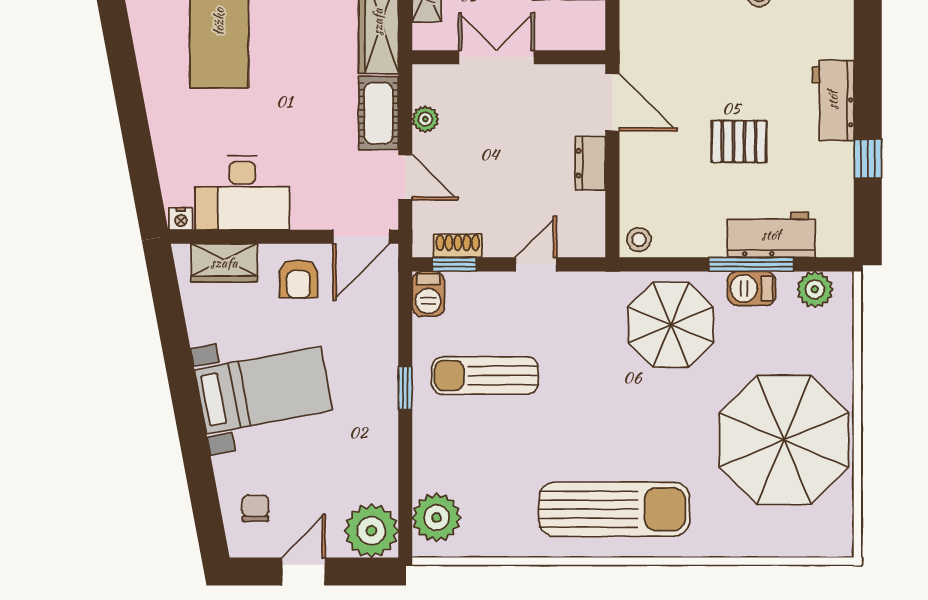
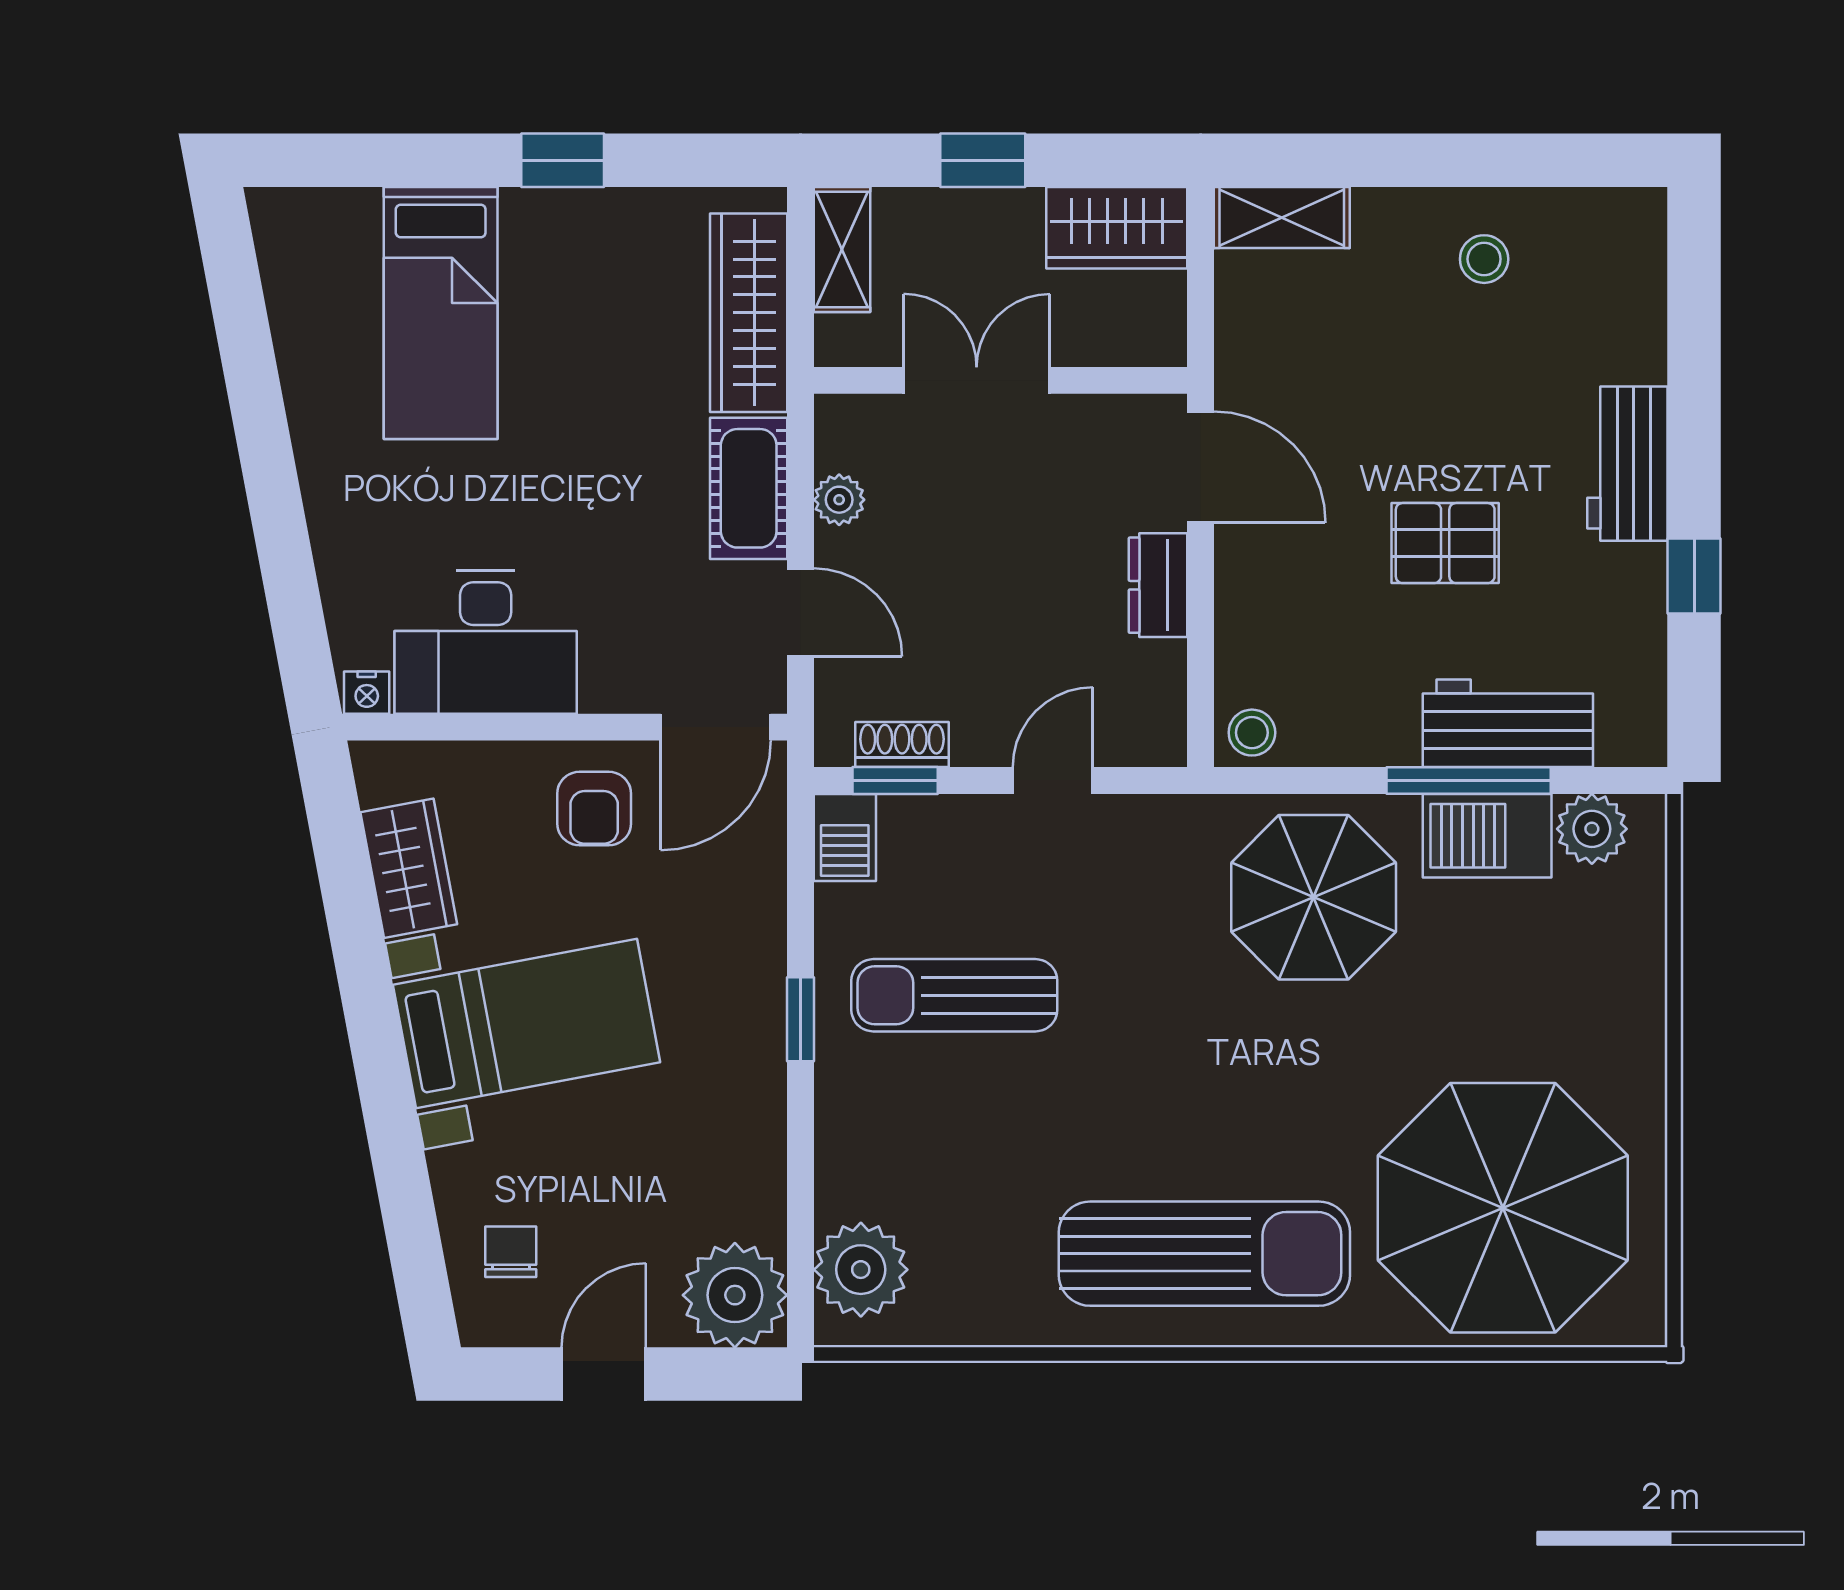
wardrobe: (224, 263) -> (409, 868), moved, turned -101
barbecue: (752, 288) -> (1487, 836), width x1.38, depth x1.27
parasol: (784, 440) -> (1503, 1208), moved

